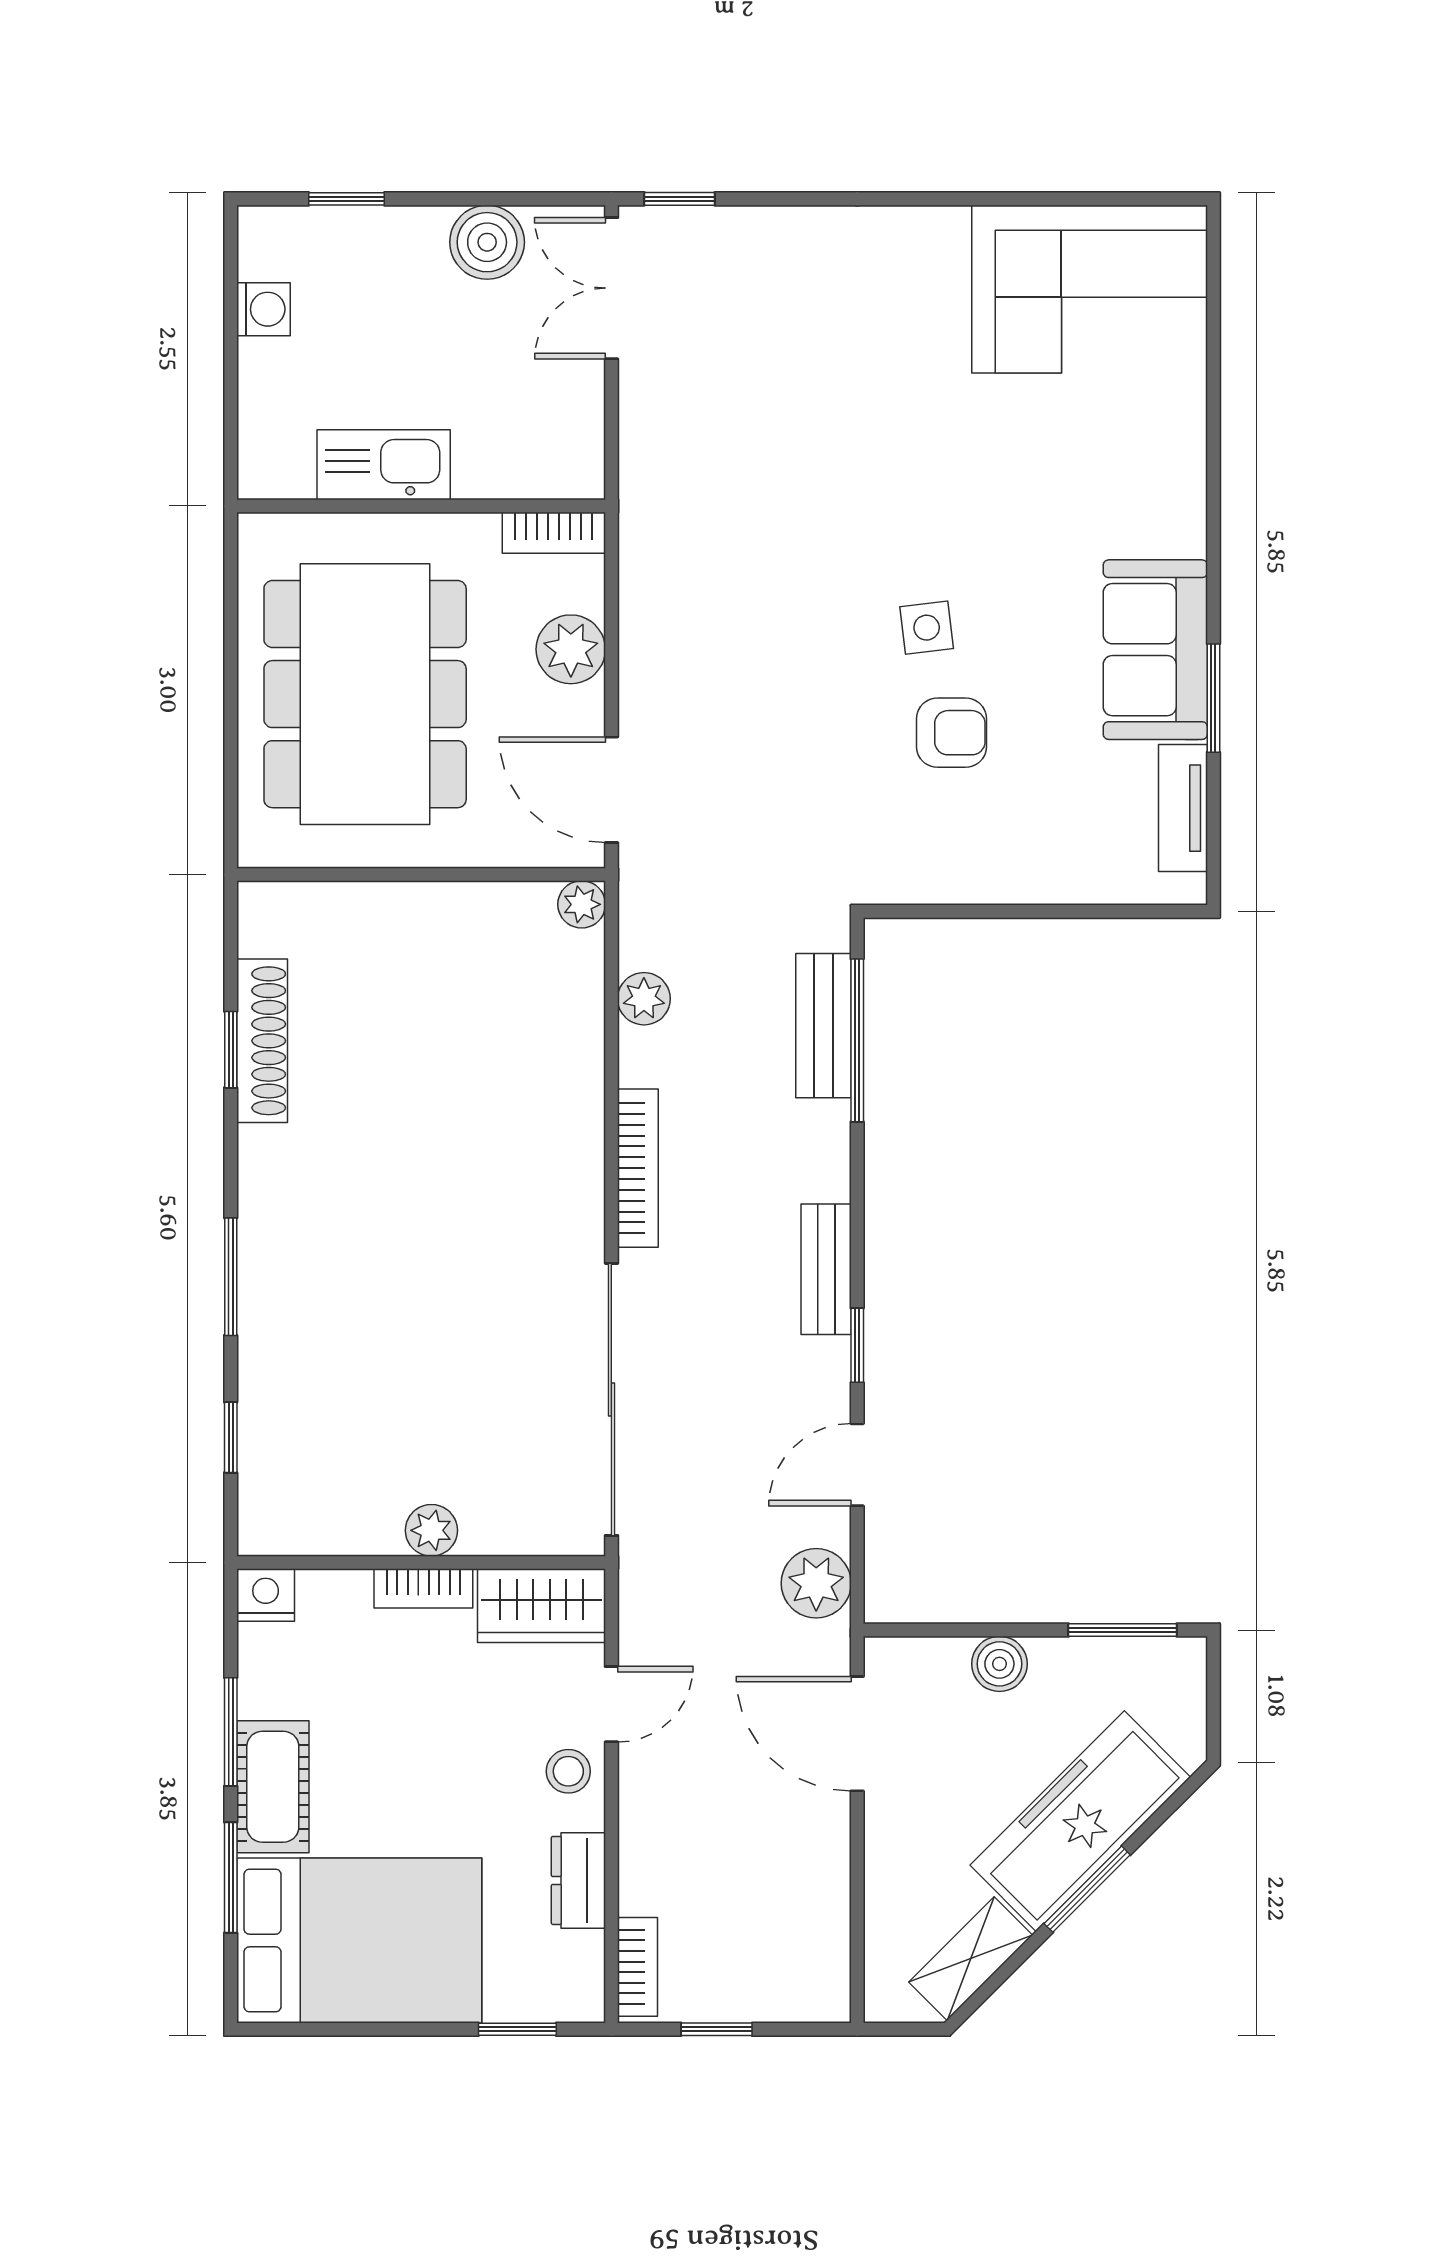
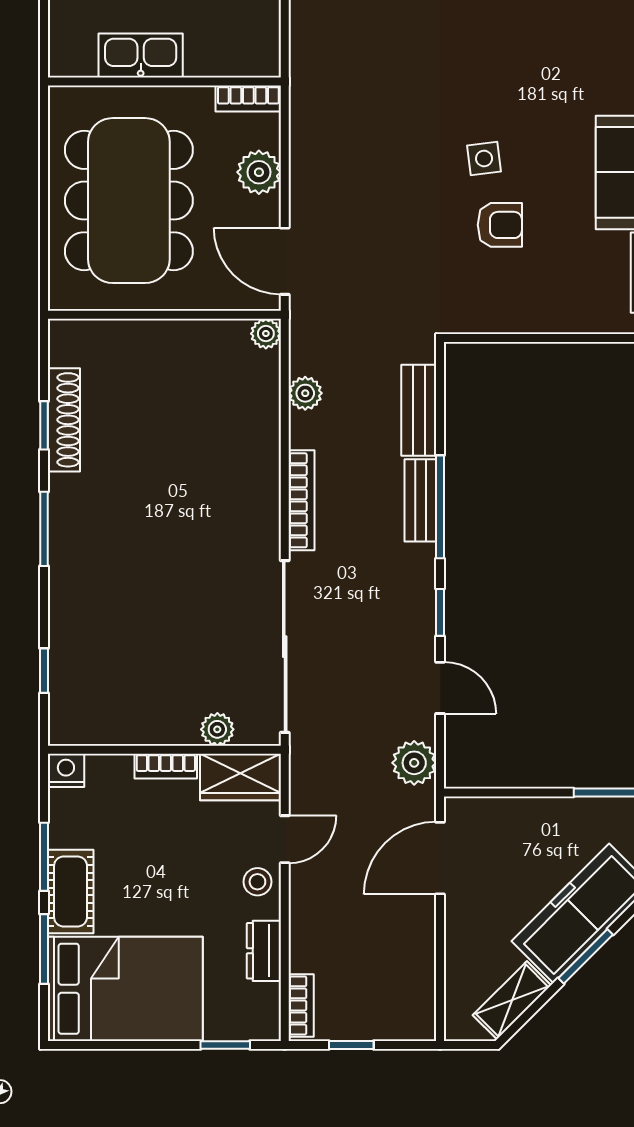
window: (857, 1040) -> (440, 507), moved
bench: (826, 1269) -> (420, 500), moved
window: (231, 1277) -> (44, 529), moved
door: (857, 1465) -> (440, 688), swing flipped
plant: (431, 1530) -> (217, 729), moved
boiler: (999, 1664) -> (530, 814), removed
door: (857, 1734) -> (440, 858), hinge flipped

